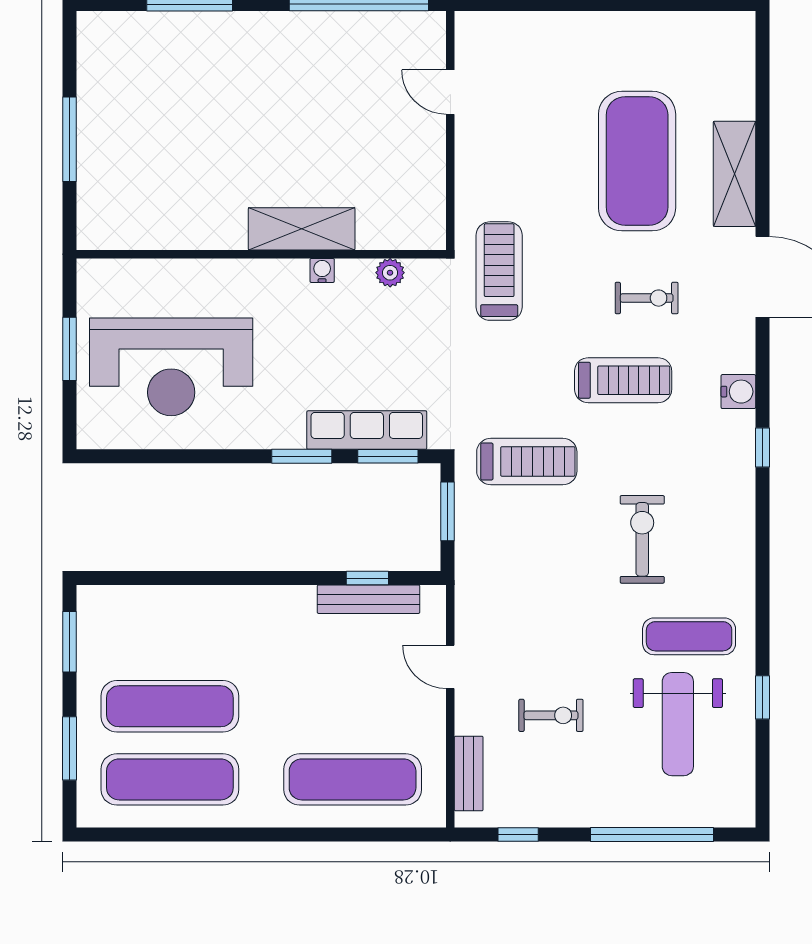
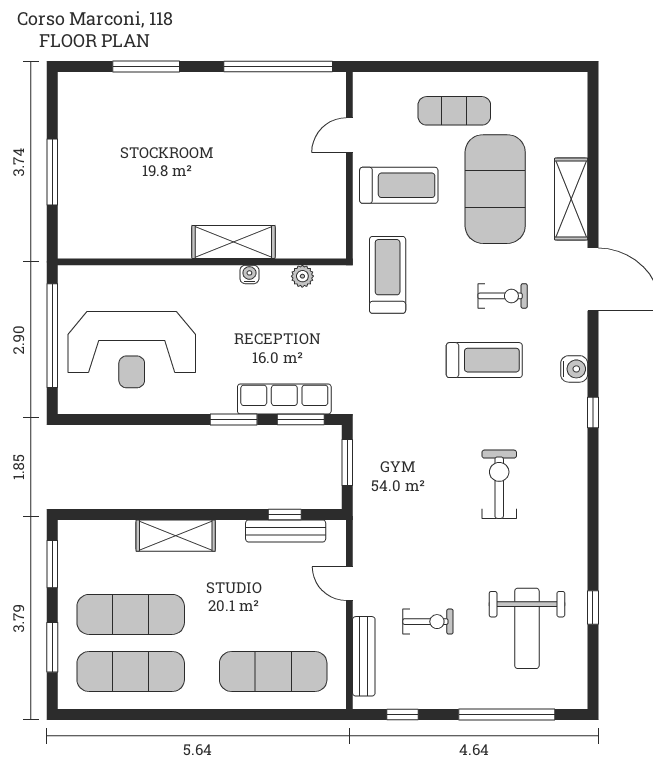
door: (450, 92) -> (349, 135), hinge flipped
window: (69, 349) -> (52, 336), width x2.11
treadmill: (527, 461) -> (399, 185), moved
shelving: (228, 605) -> (176, 536), added
exercise mat: (689, 636) -> (454, 111), moved
bench: (469, 774) -> (364, 656), width x1.36

